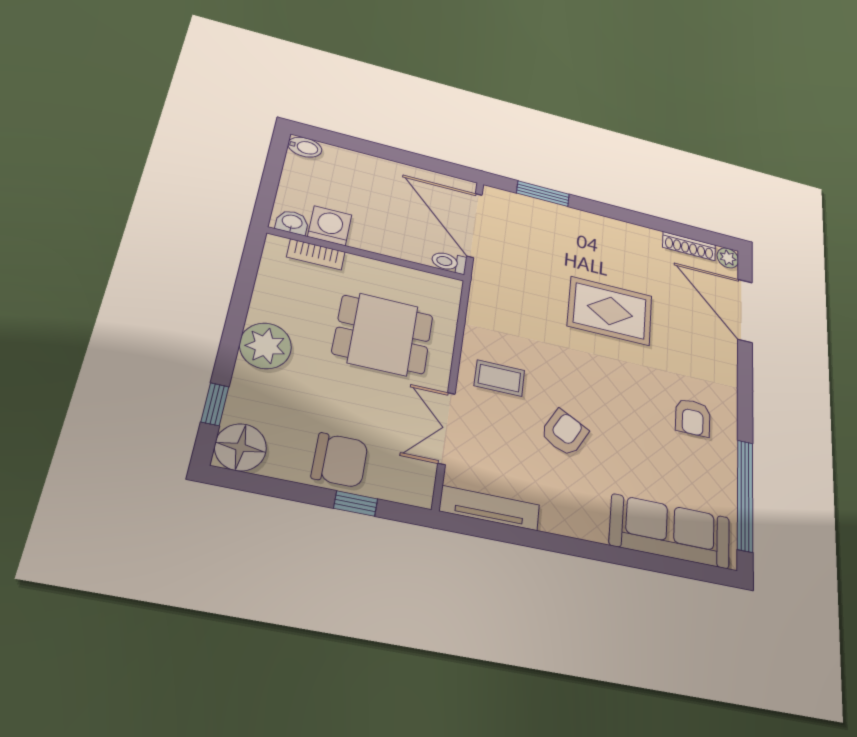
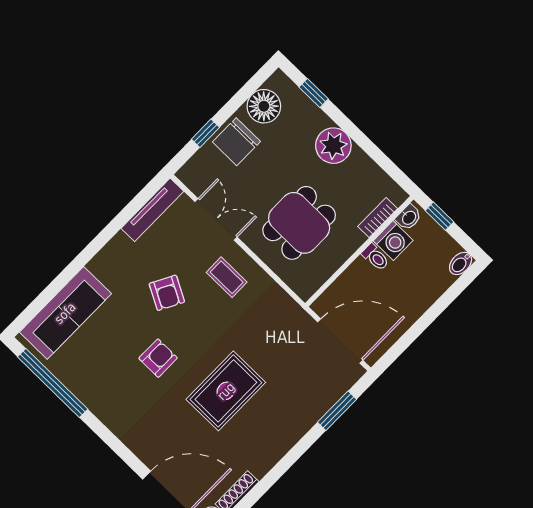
window: (268, 192) -> (439, 216), added
toilet: (449, 262) -> (375, 257), moved, turned 90
coffee table: (499, 378) -> (227, 277), turned 90
armchair: (693, 417) -> (158, 358), moved, turned 90
floor lamp: (241, 447) -> (264, 106), moved

